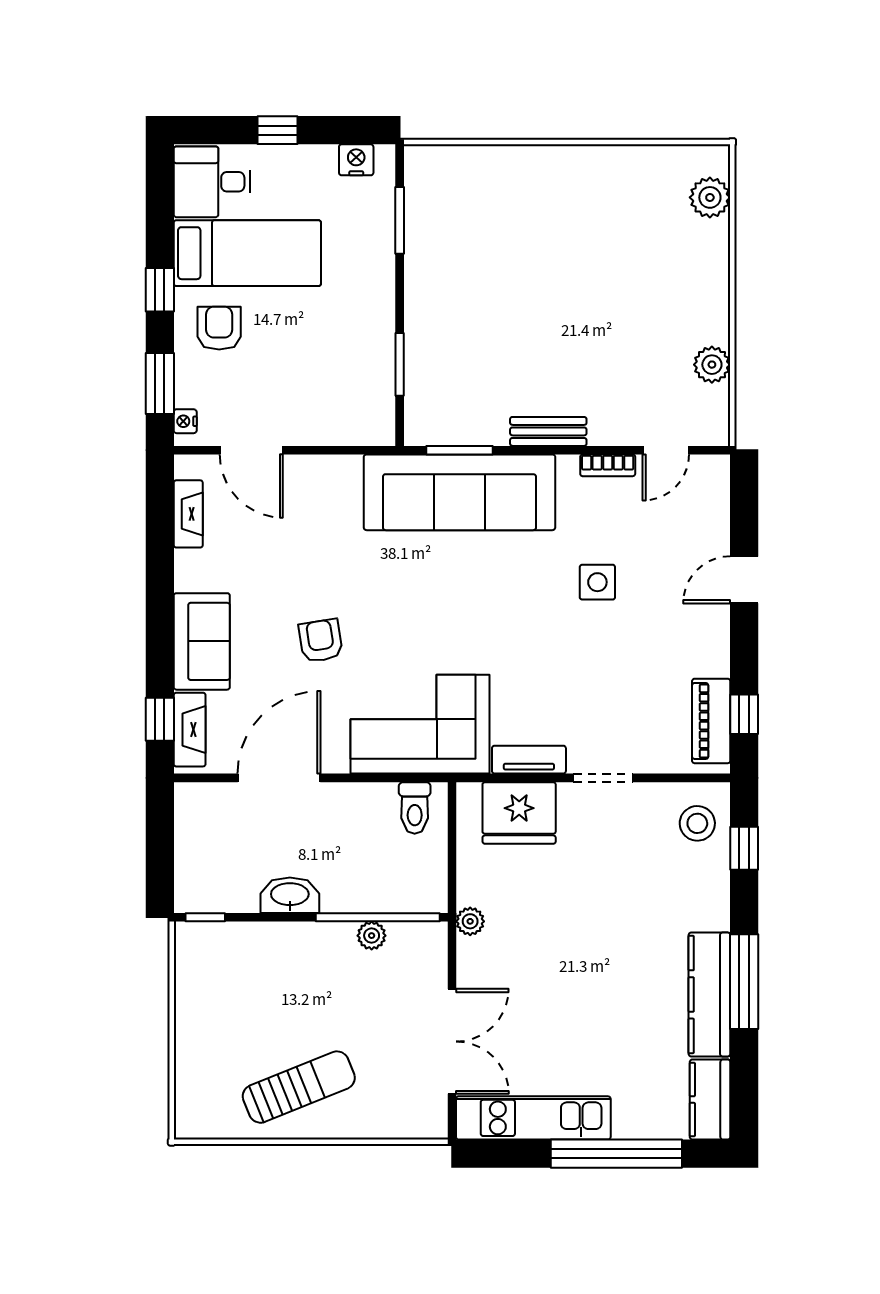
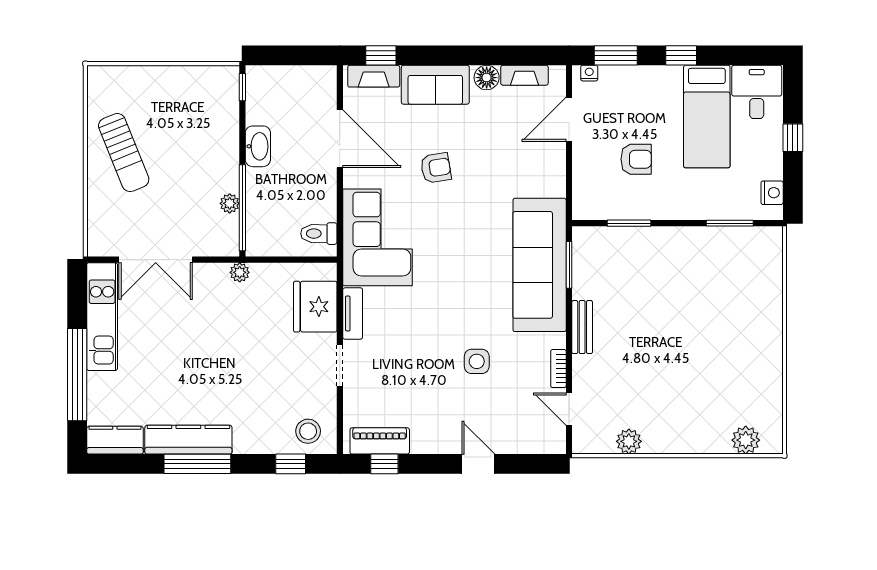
armchair: (219, 328) -> (636, 159), moved
floor lamp: (191, 568) -> (487, 78), added

